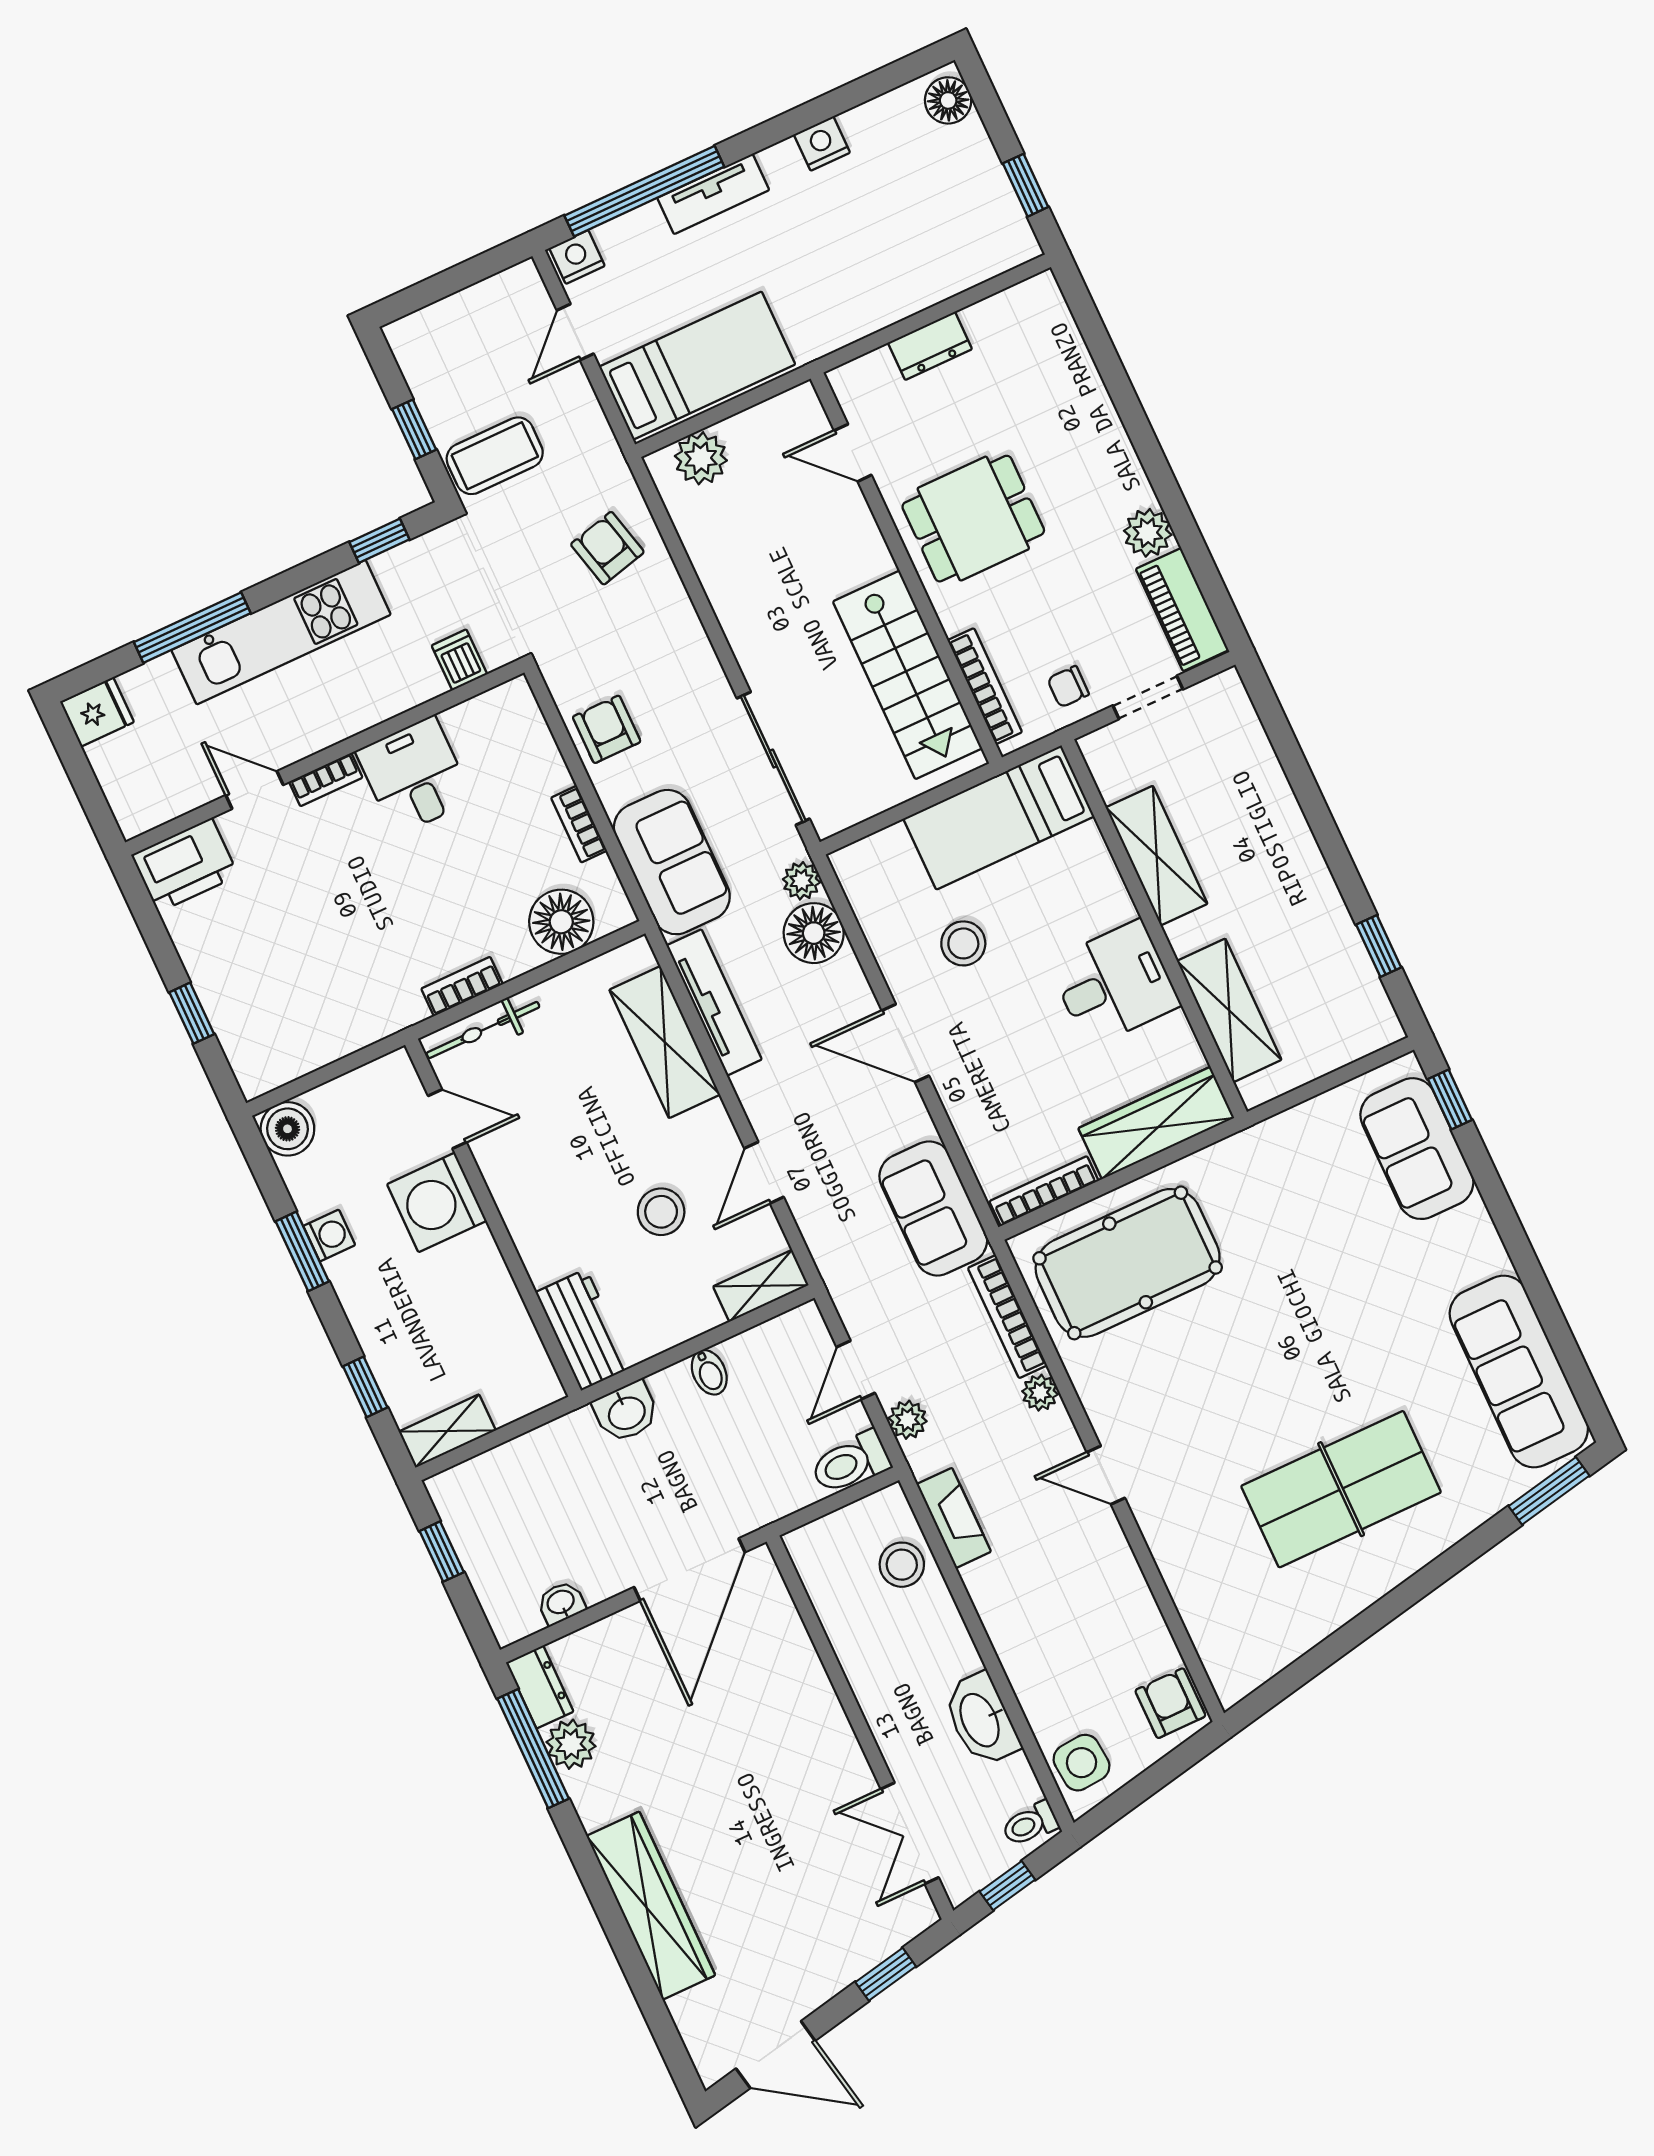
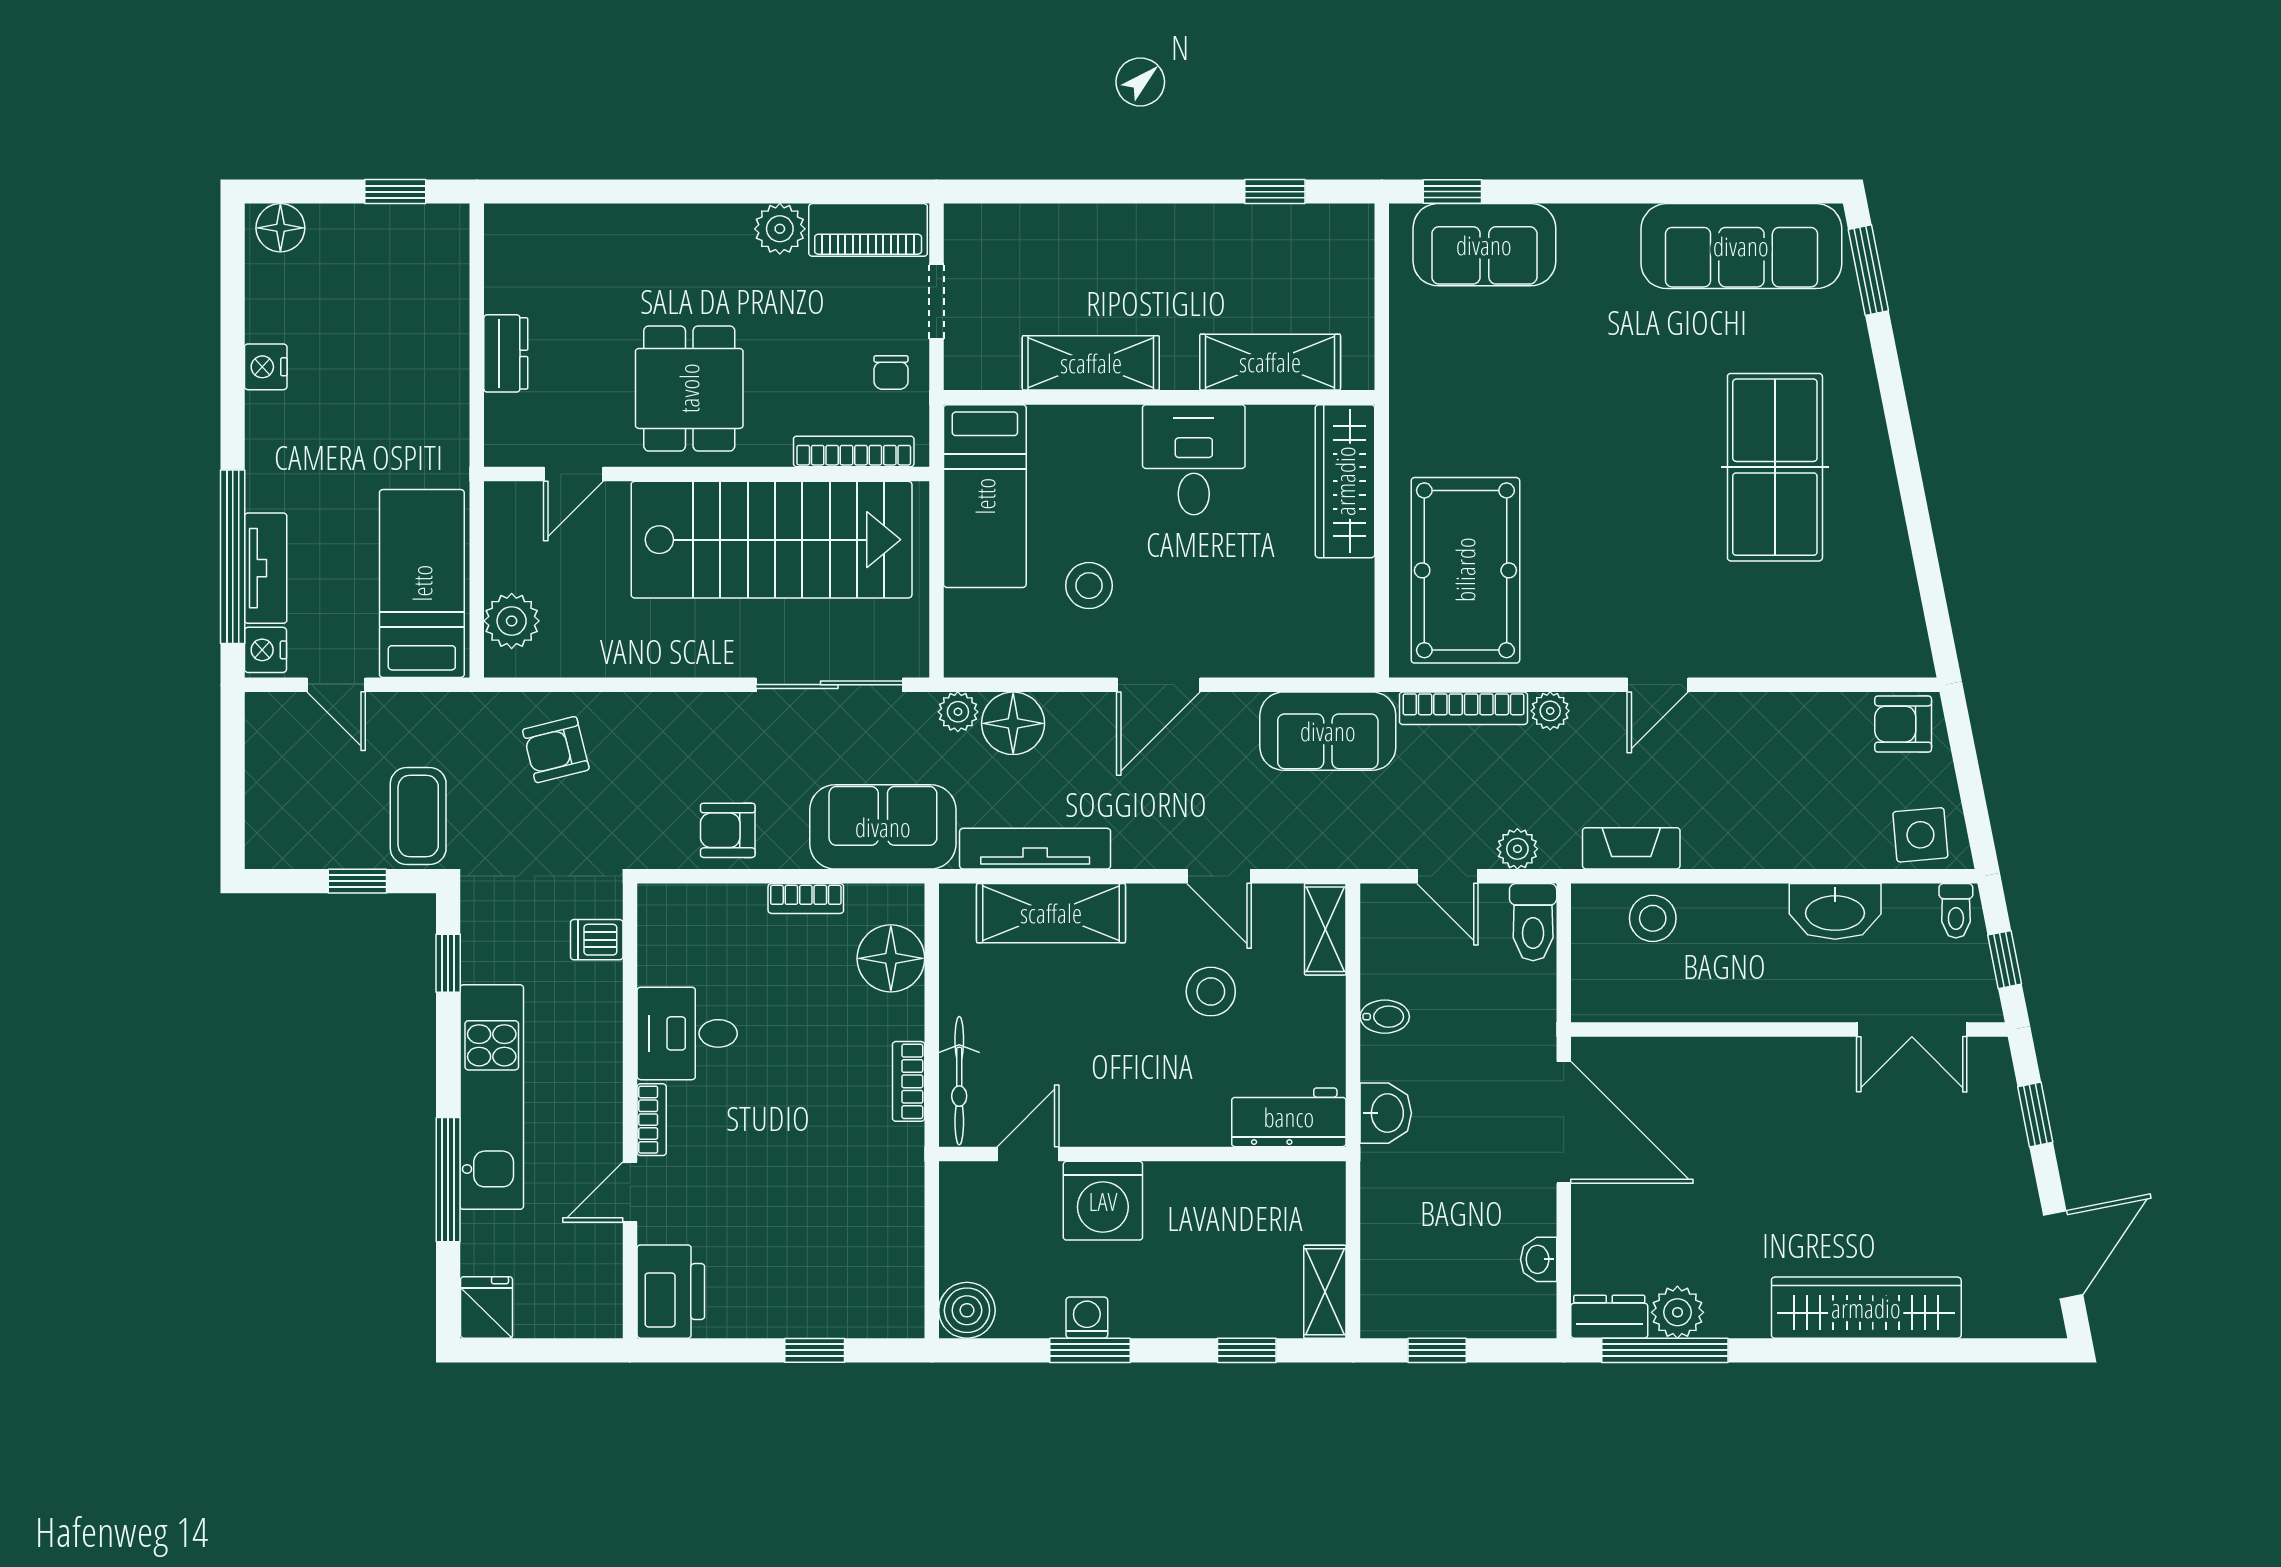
tv unit: (713, 194) -> (266, 568), moved
stairs: (908, 675) -> (772, 540), width x1.36, depth x1.51
bookcase: (1044, 1191) -> (1360, 618), removed

